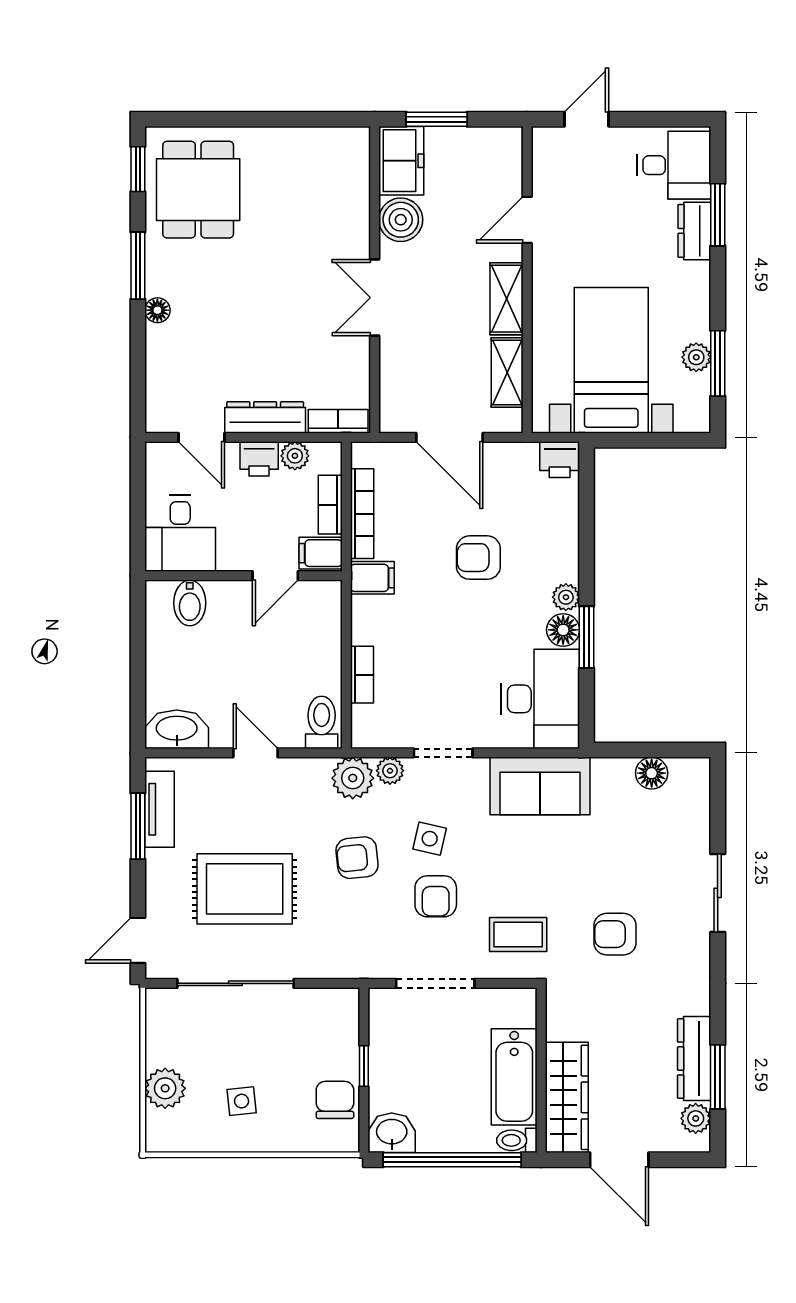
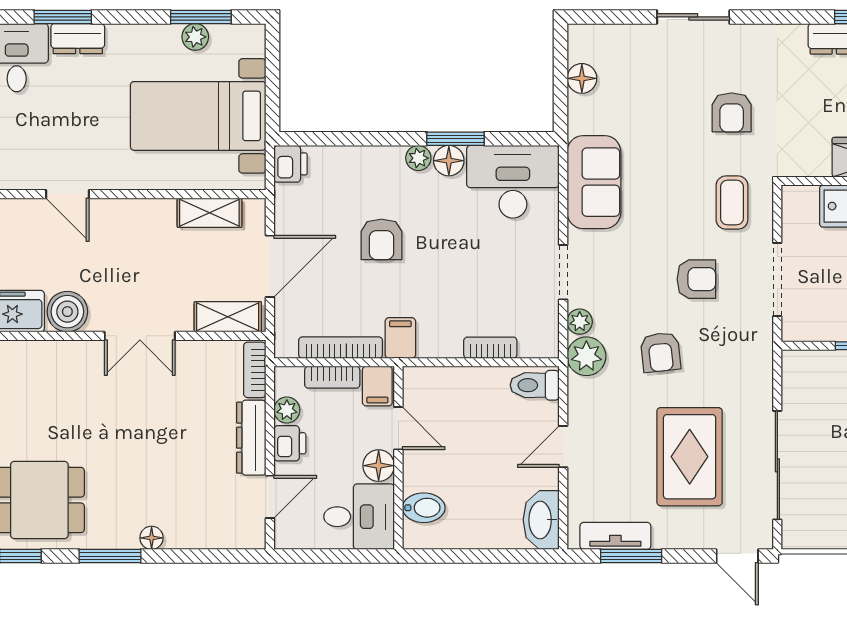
shelving: (506, 299) -> (228, 317), moved
floor lamp: (235, 554) -> (379, 466), added
side table: (430, 839) -> (643, 285), removed

